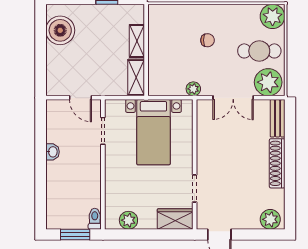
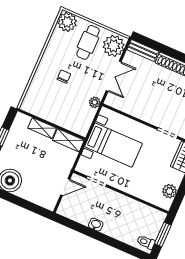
toilet: (95, 219) -> (146, 242), moved

